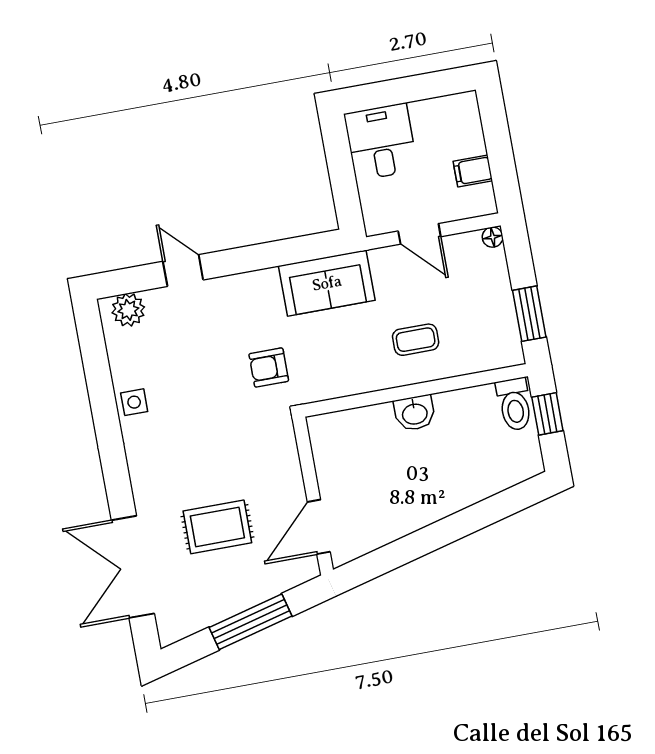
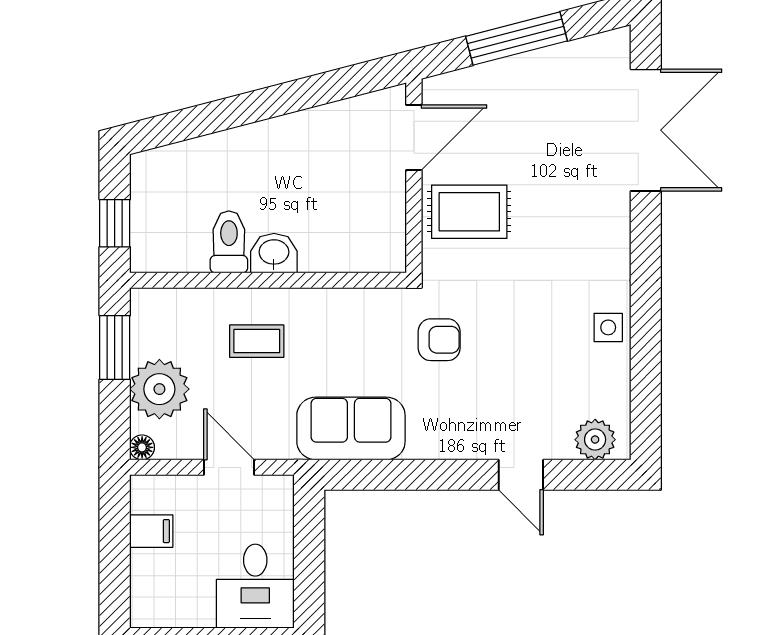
plant: (487, 287) -> (159, 389), added
toilet: (514, 404) -> (229, 242), moved
rug: (217, 527) -> (469, 212), moved

